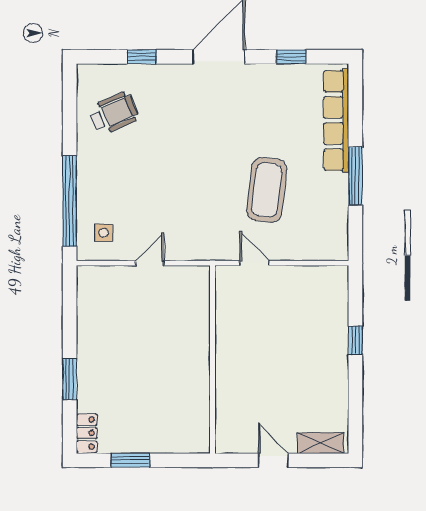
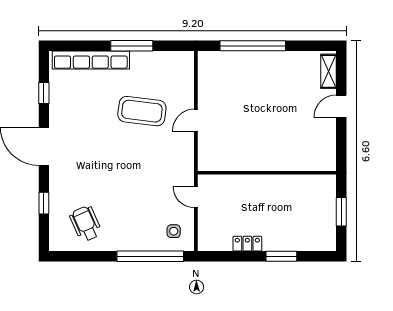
window: (355, 340) -> (253, 46), width x3.17
wall: (212, 359) -> (267, 173), moved
locker: (87, 433) -> (247, 244), moved

